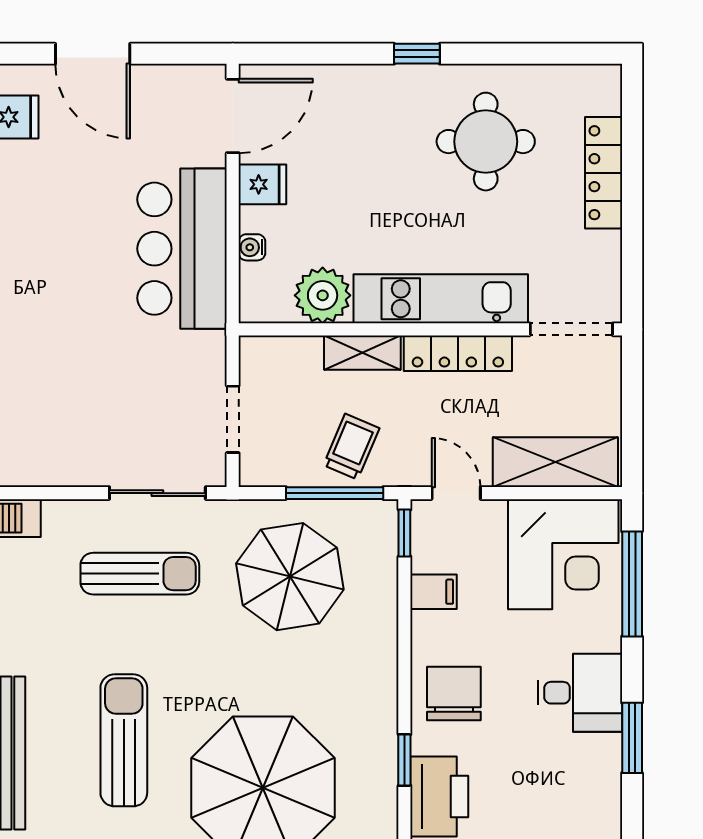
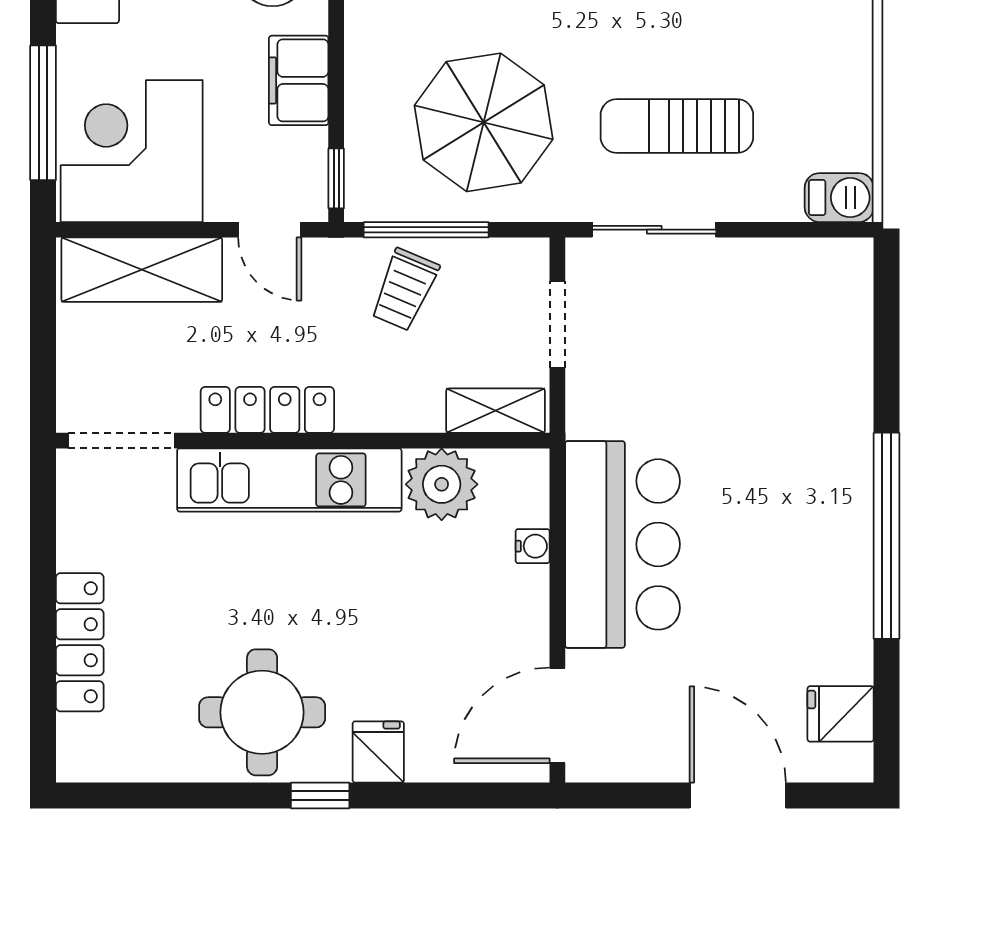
round table: (486, 142) -> (262, 712), moved
fridge: (262, 184) -> (378, 752), moved, turned 90
shelving: (362, 353) -> (496, 411), moved
filing cabinet: (434, 592) -> (299, 80), width x2.00

